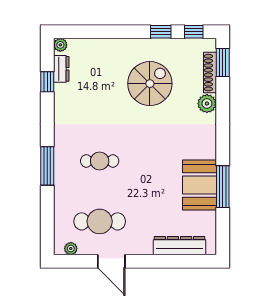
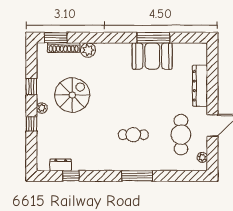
window: (194, 32) -> (31, 124), moved
plant: (60, 45) -> (42, 108), moved
spiral stairs: (150, 84) -> (72, 95), turned 90
cafe table: (100, 161) -> (133, 135), turned 90
dresser: (179, 246) -> (200, 86), moved

